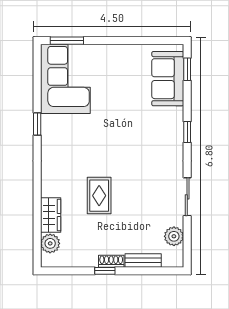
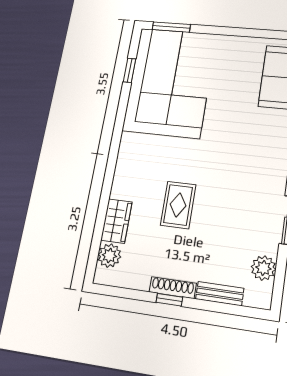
corner sofa: (65, 79) -> (170, 82), width x1.36, depth x1.36
window: (37, 124) -> (130, 70), moved
shoe rack: (111, 261) -> (173, 288), width x1.43

